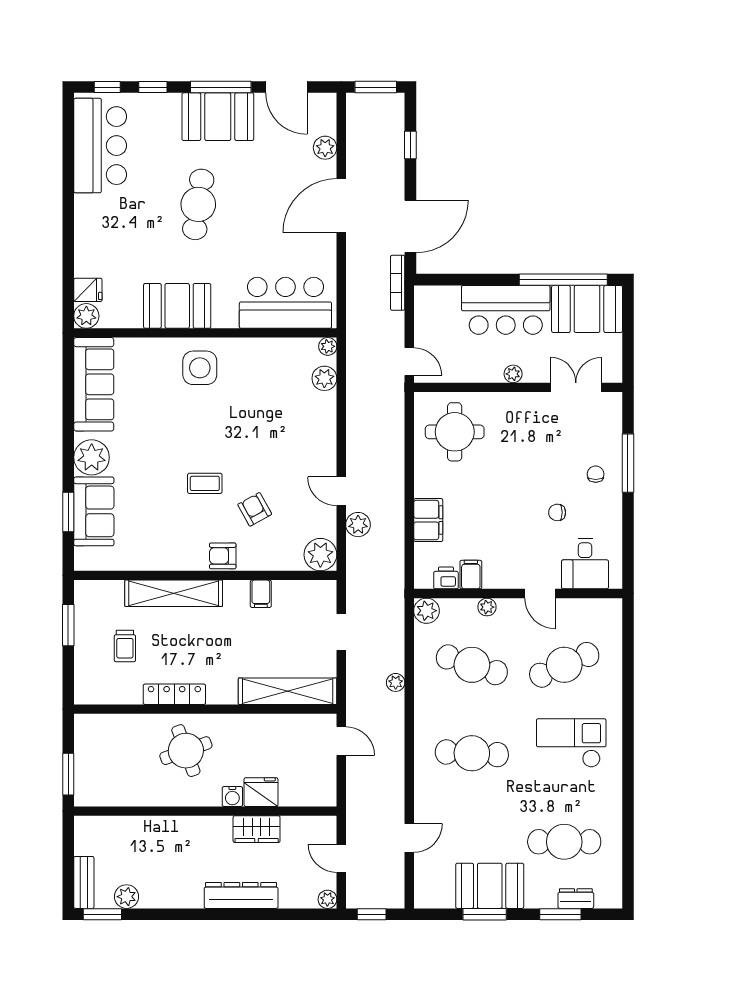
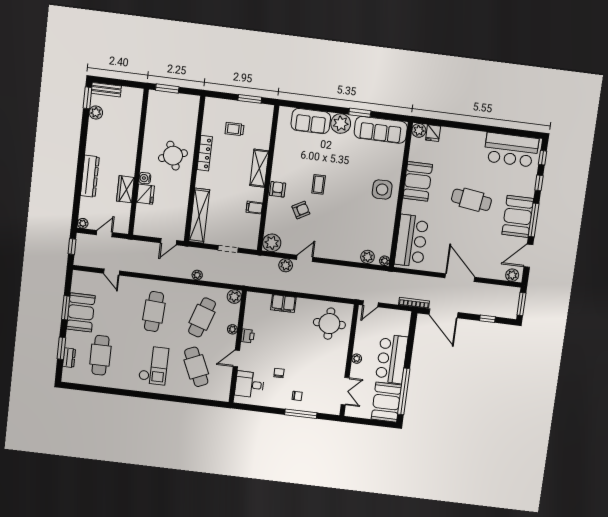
plant: (325, 148) -> (512, 275), moved
window: (68, 512) -> (360, 113), moved
filing cabinet: (471, 575) -> (251, 323), removed
printer: (446, 578) -> (248, 336), moved
shelving: (174, 593) -> (259, 168), width x0.68

